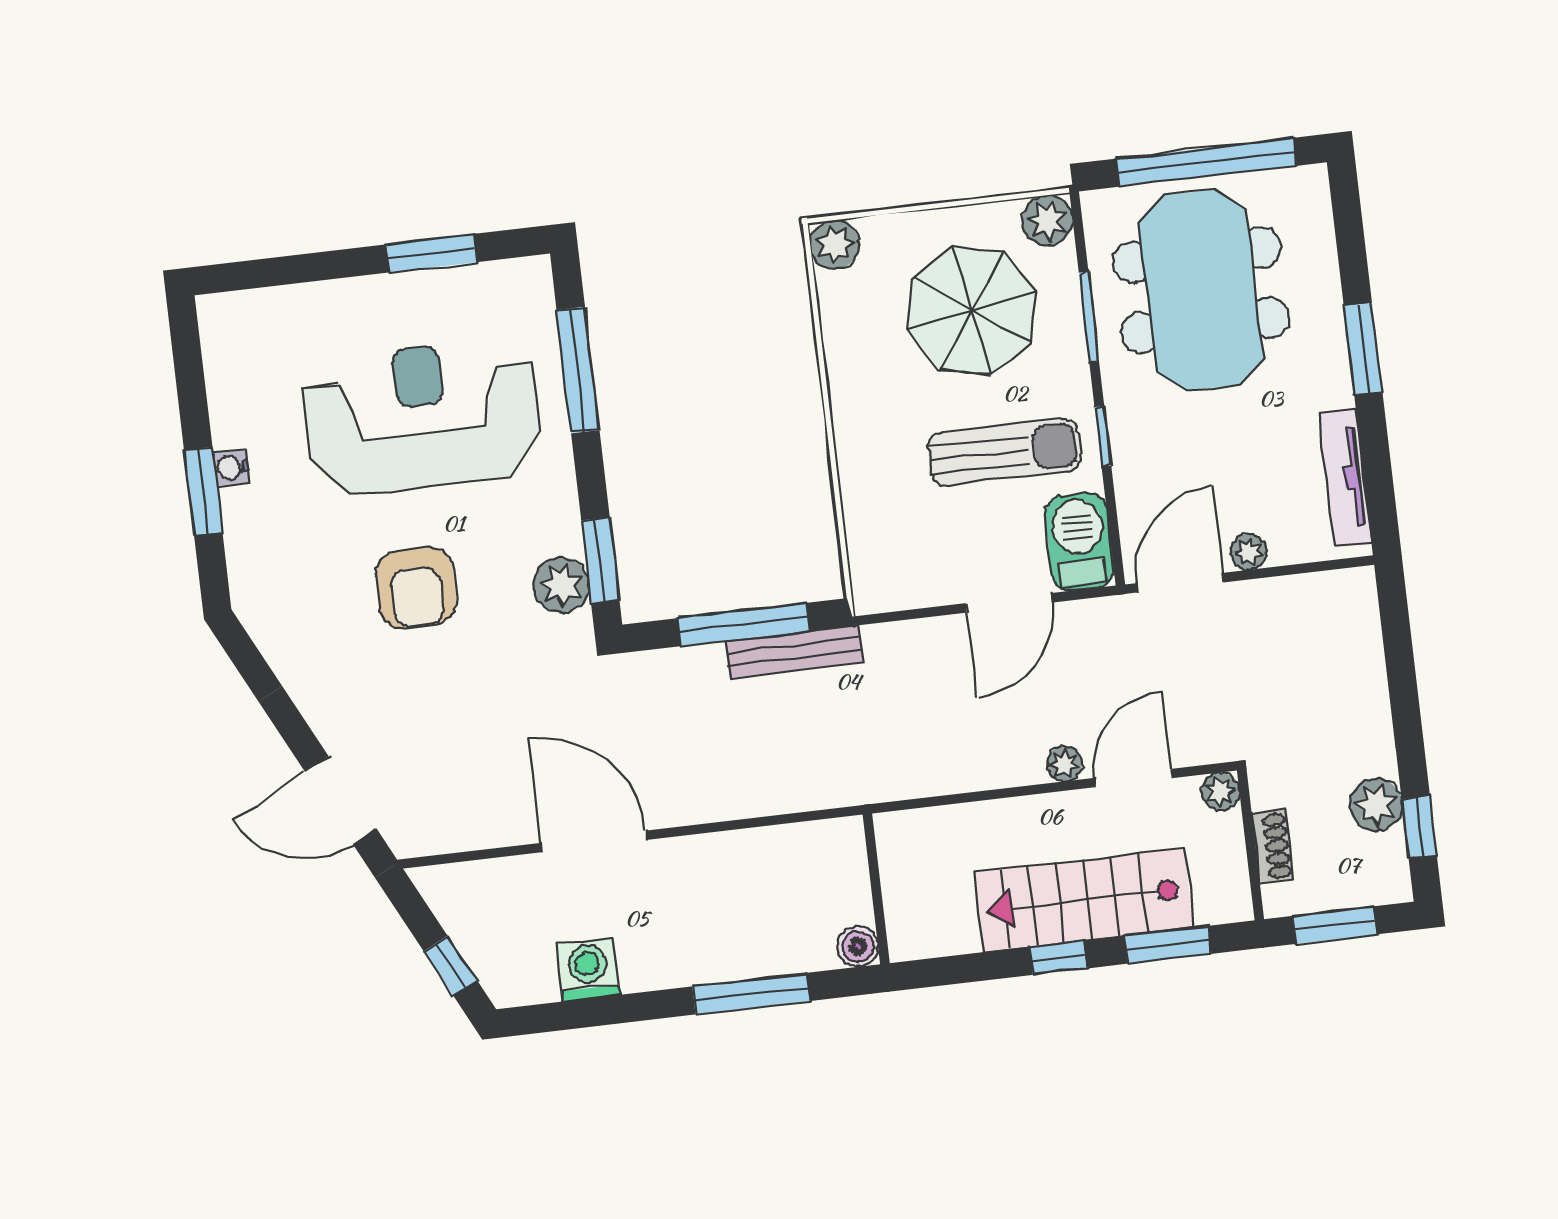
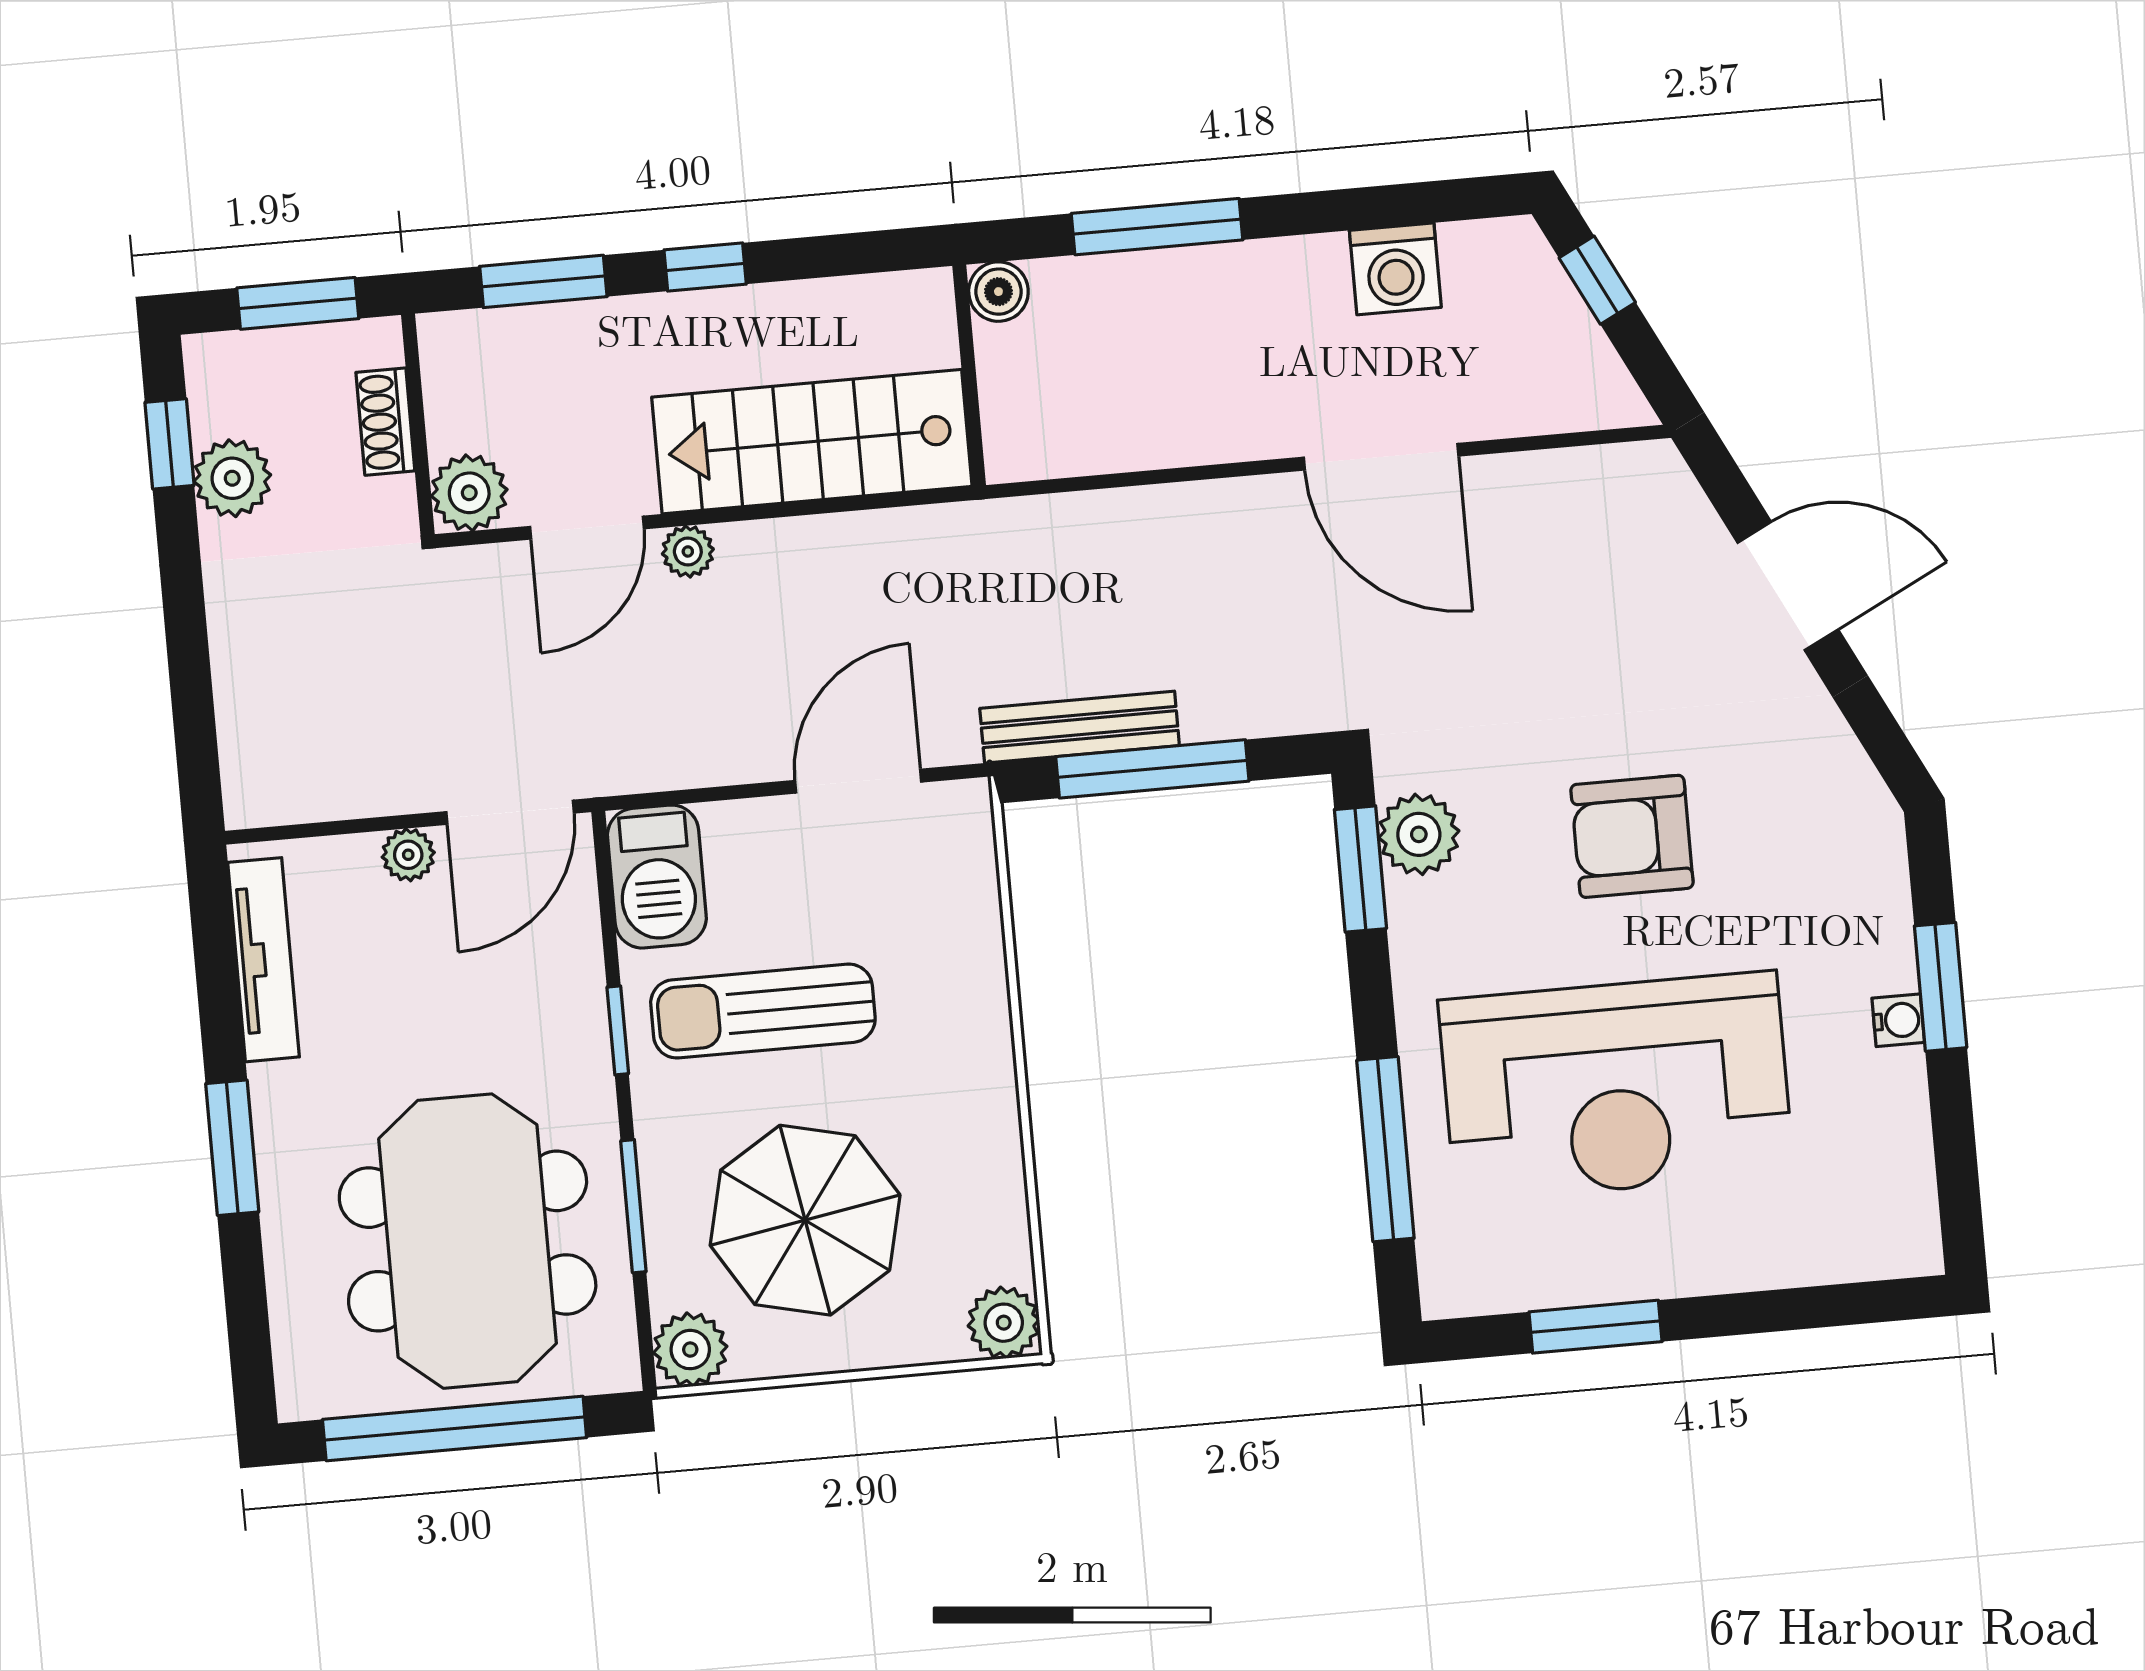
armchair: (416, 588) -> (1632, 836), turned -90
door: (1009, 603) -> (858, 781), moved
plant: (1220, 792) -> (469, 493), width x1.38, depth x1.38
door: (341, 800) -> (1788, 586), moved
stairs: (1084, 900) -> (812, 442), moved, turned 180

